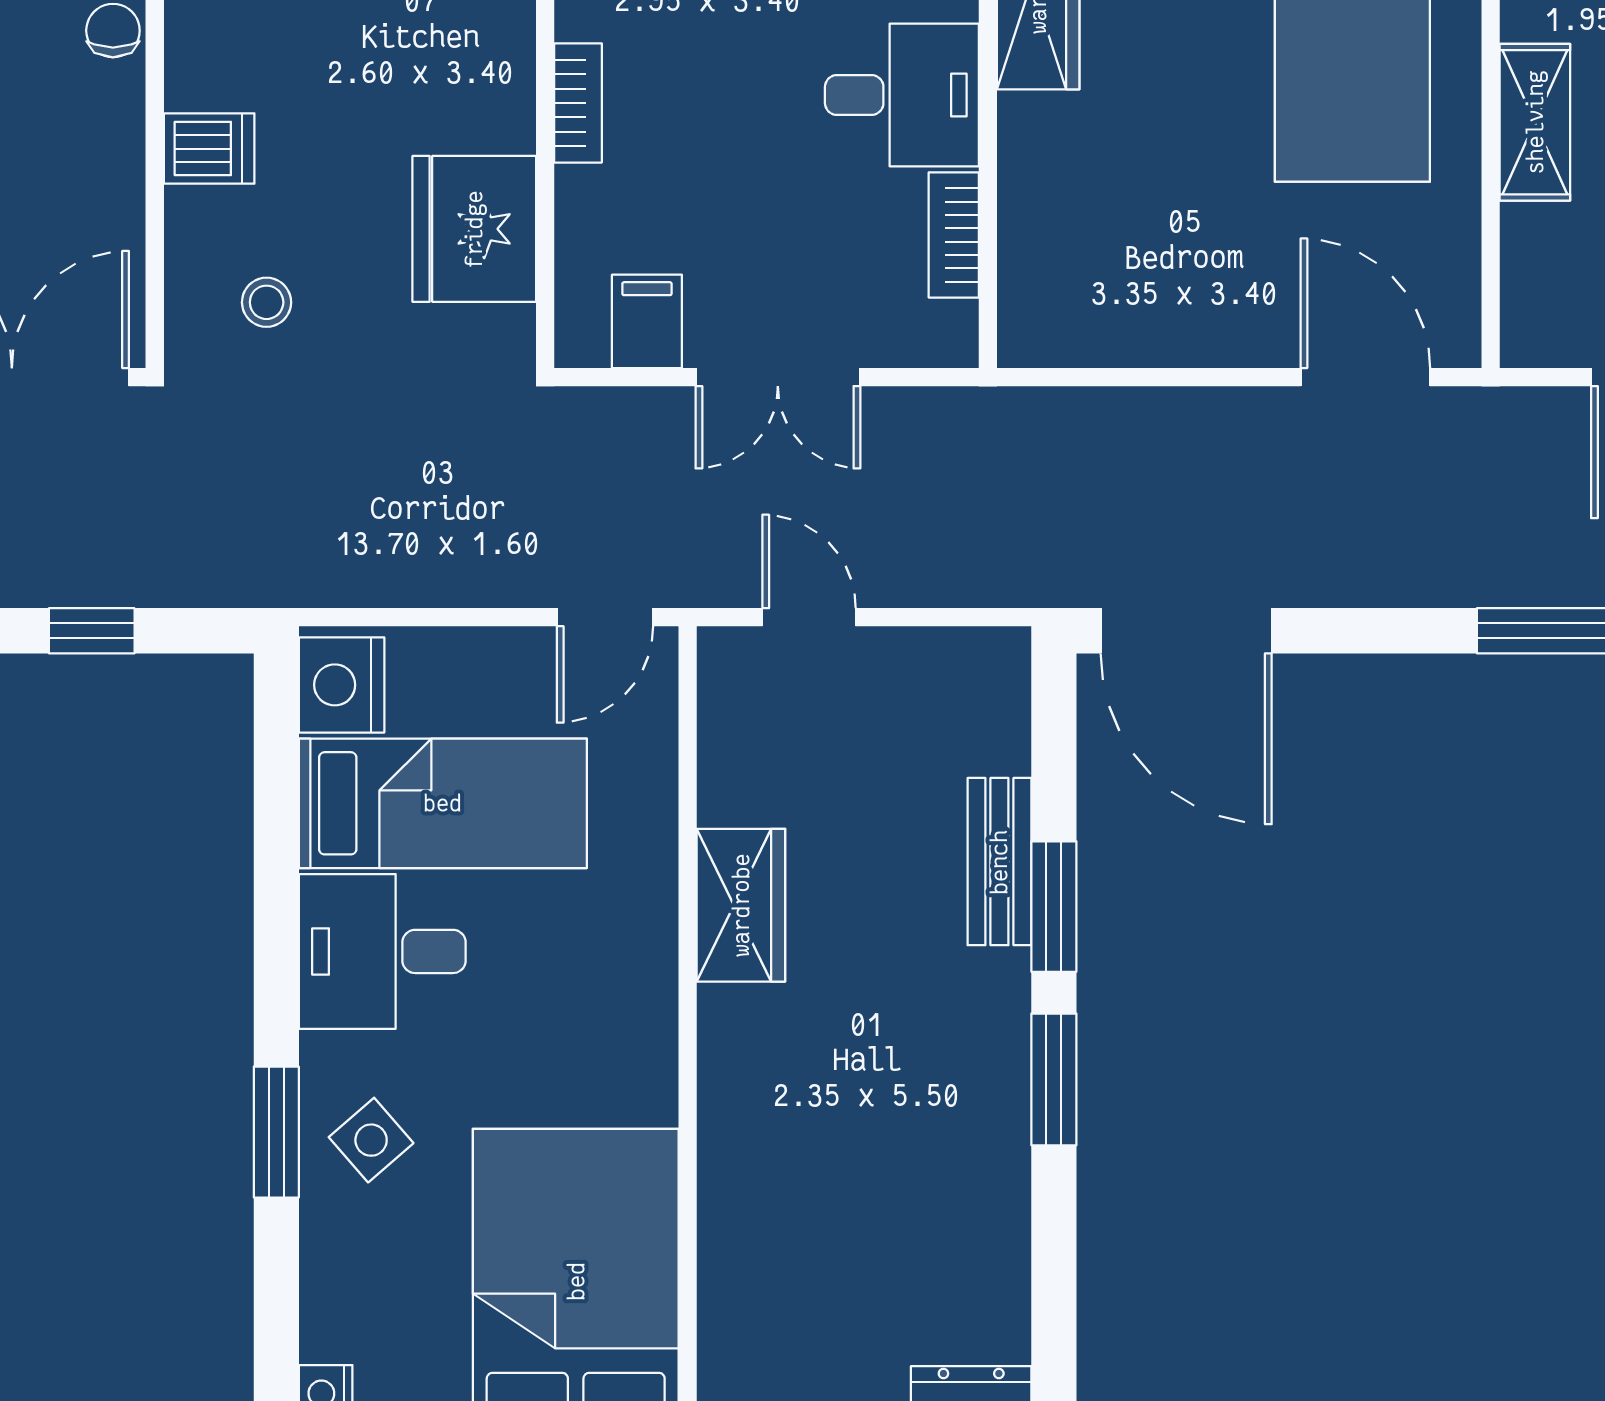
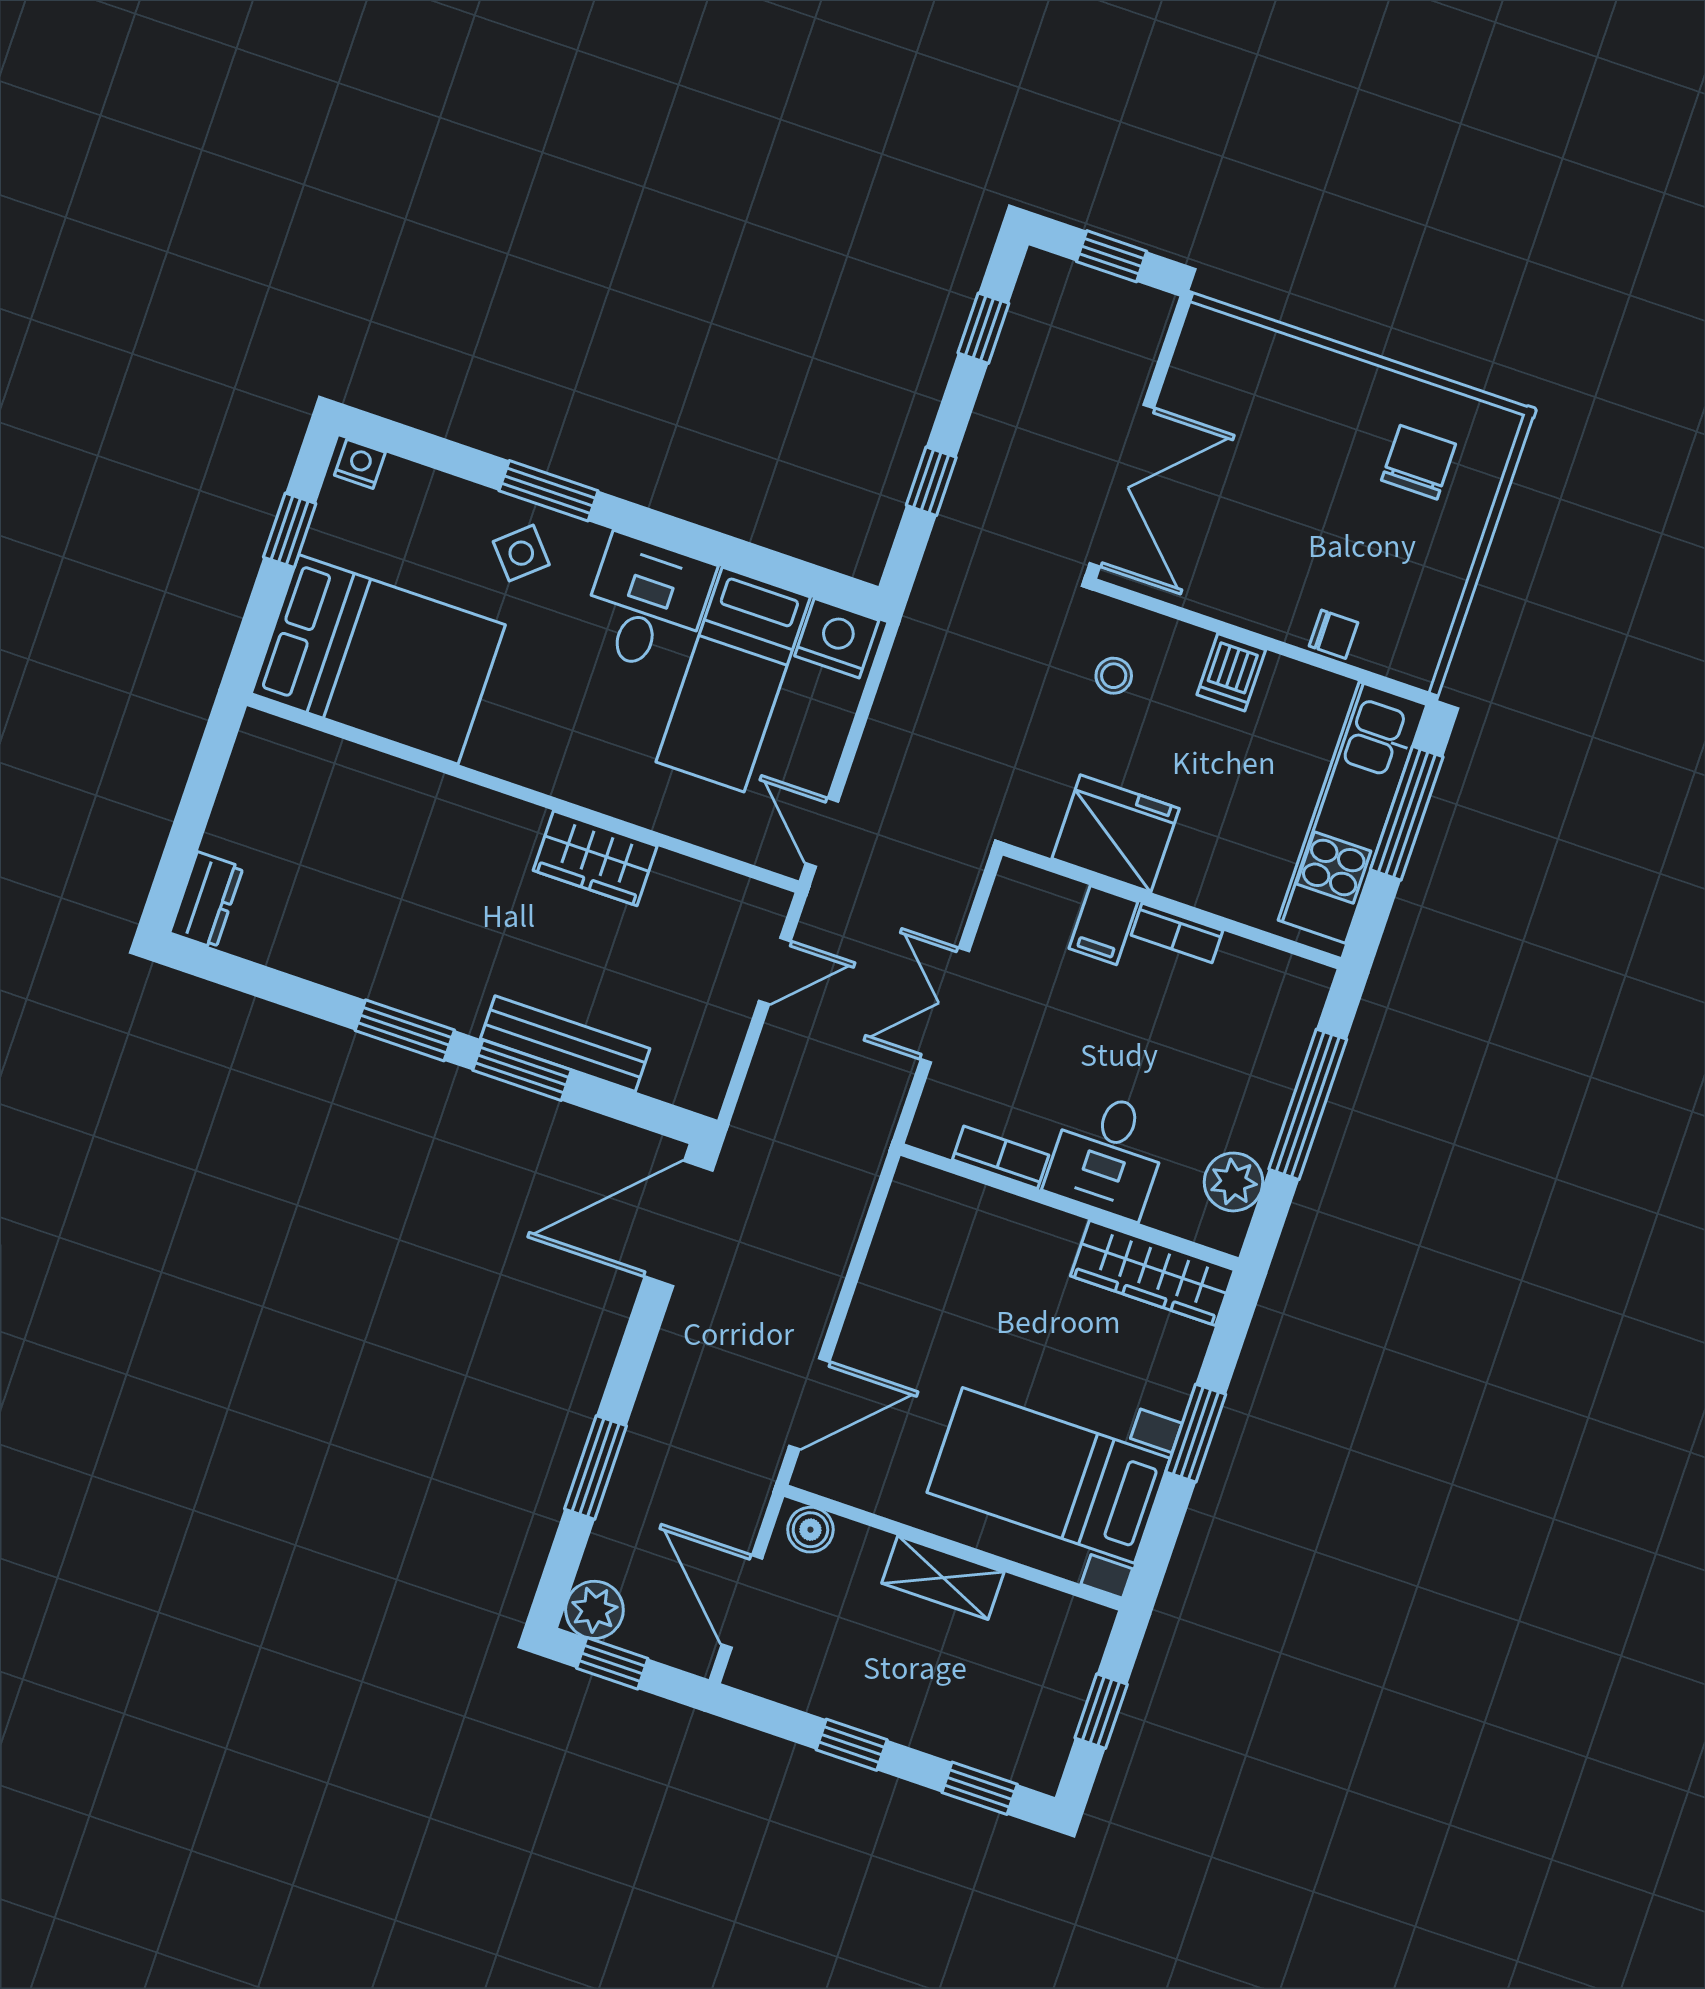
boiler: (1531, 319) -> (810, 1530), added
filing cabinet: (647, 321) -> (1103, 925), moved, turned 90
bench: (999, 862) -> (565, 1044), width x1.36

